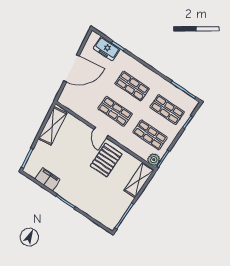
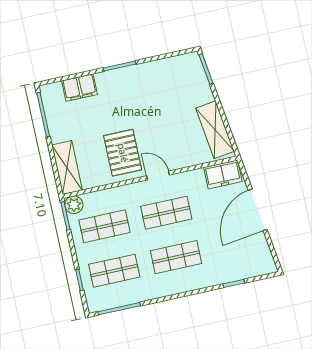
freezer: (107, 49) -> (223, 174), moved, turned 180
filing cabinet: (48, 179) -> (80, 88), moved

